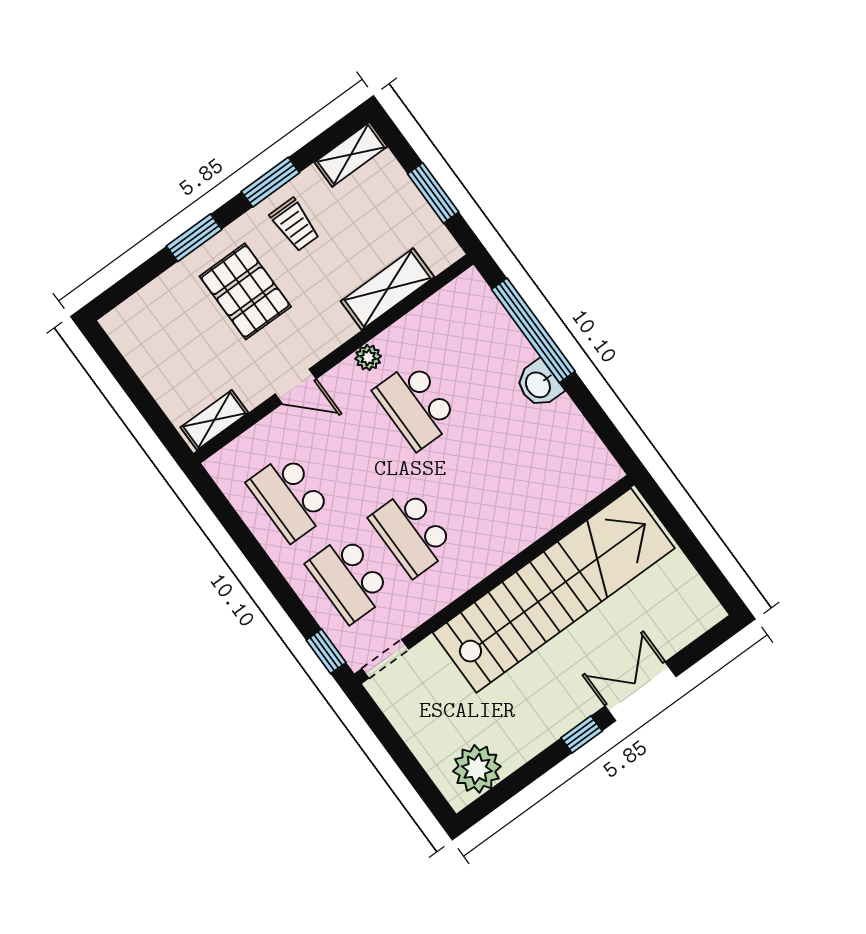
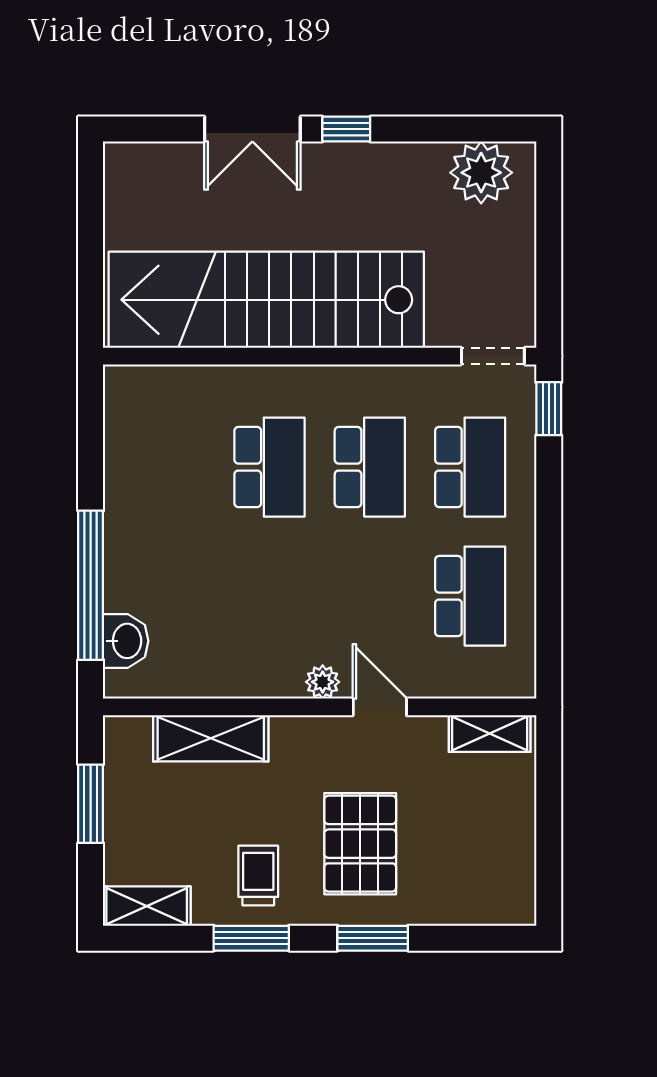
plant: (368, 358) -> (323, 682), moved
washbasin: (539, 384) -> (126, 641), moved
school desk: (416, 406) -> (269, 467), moved

